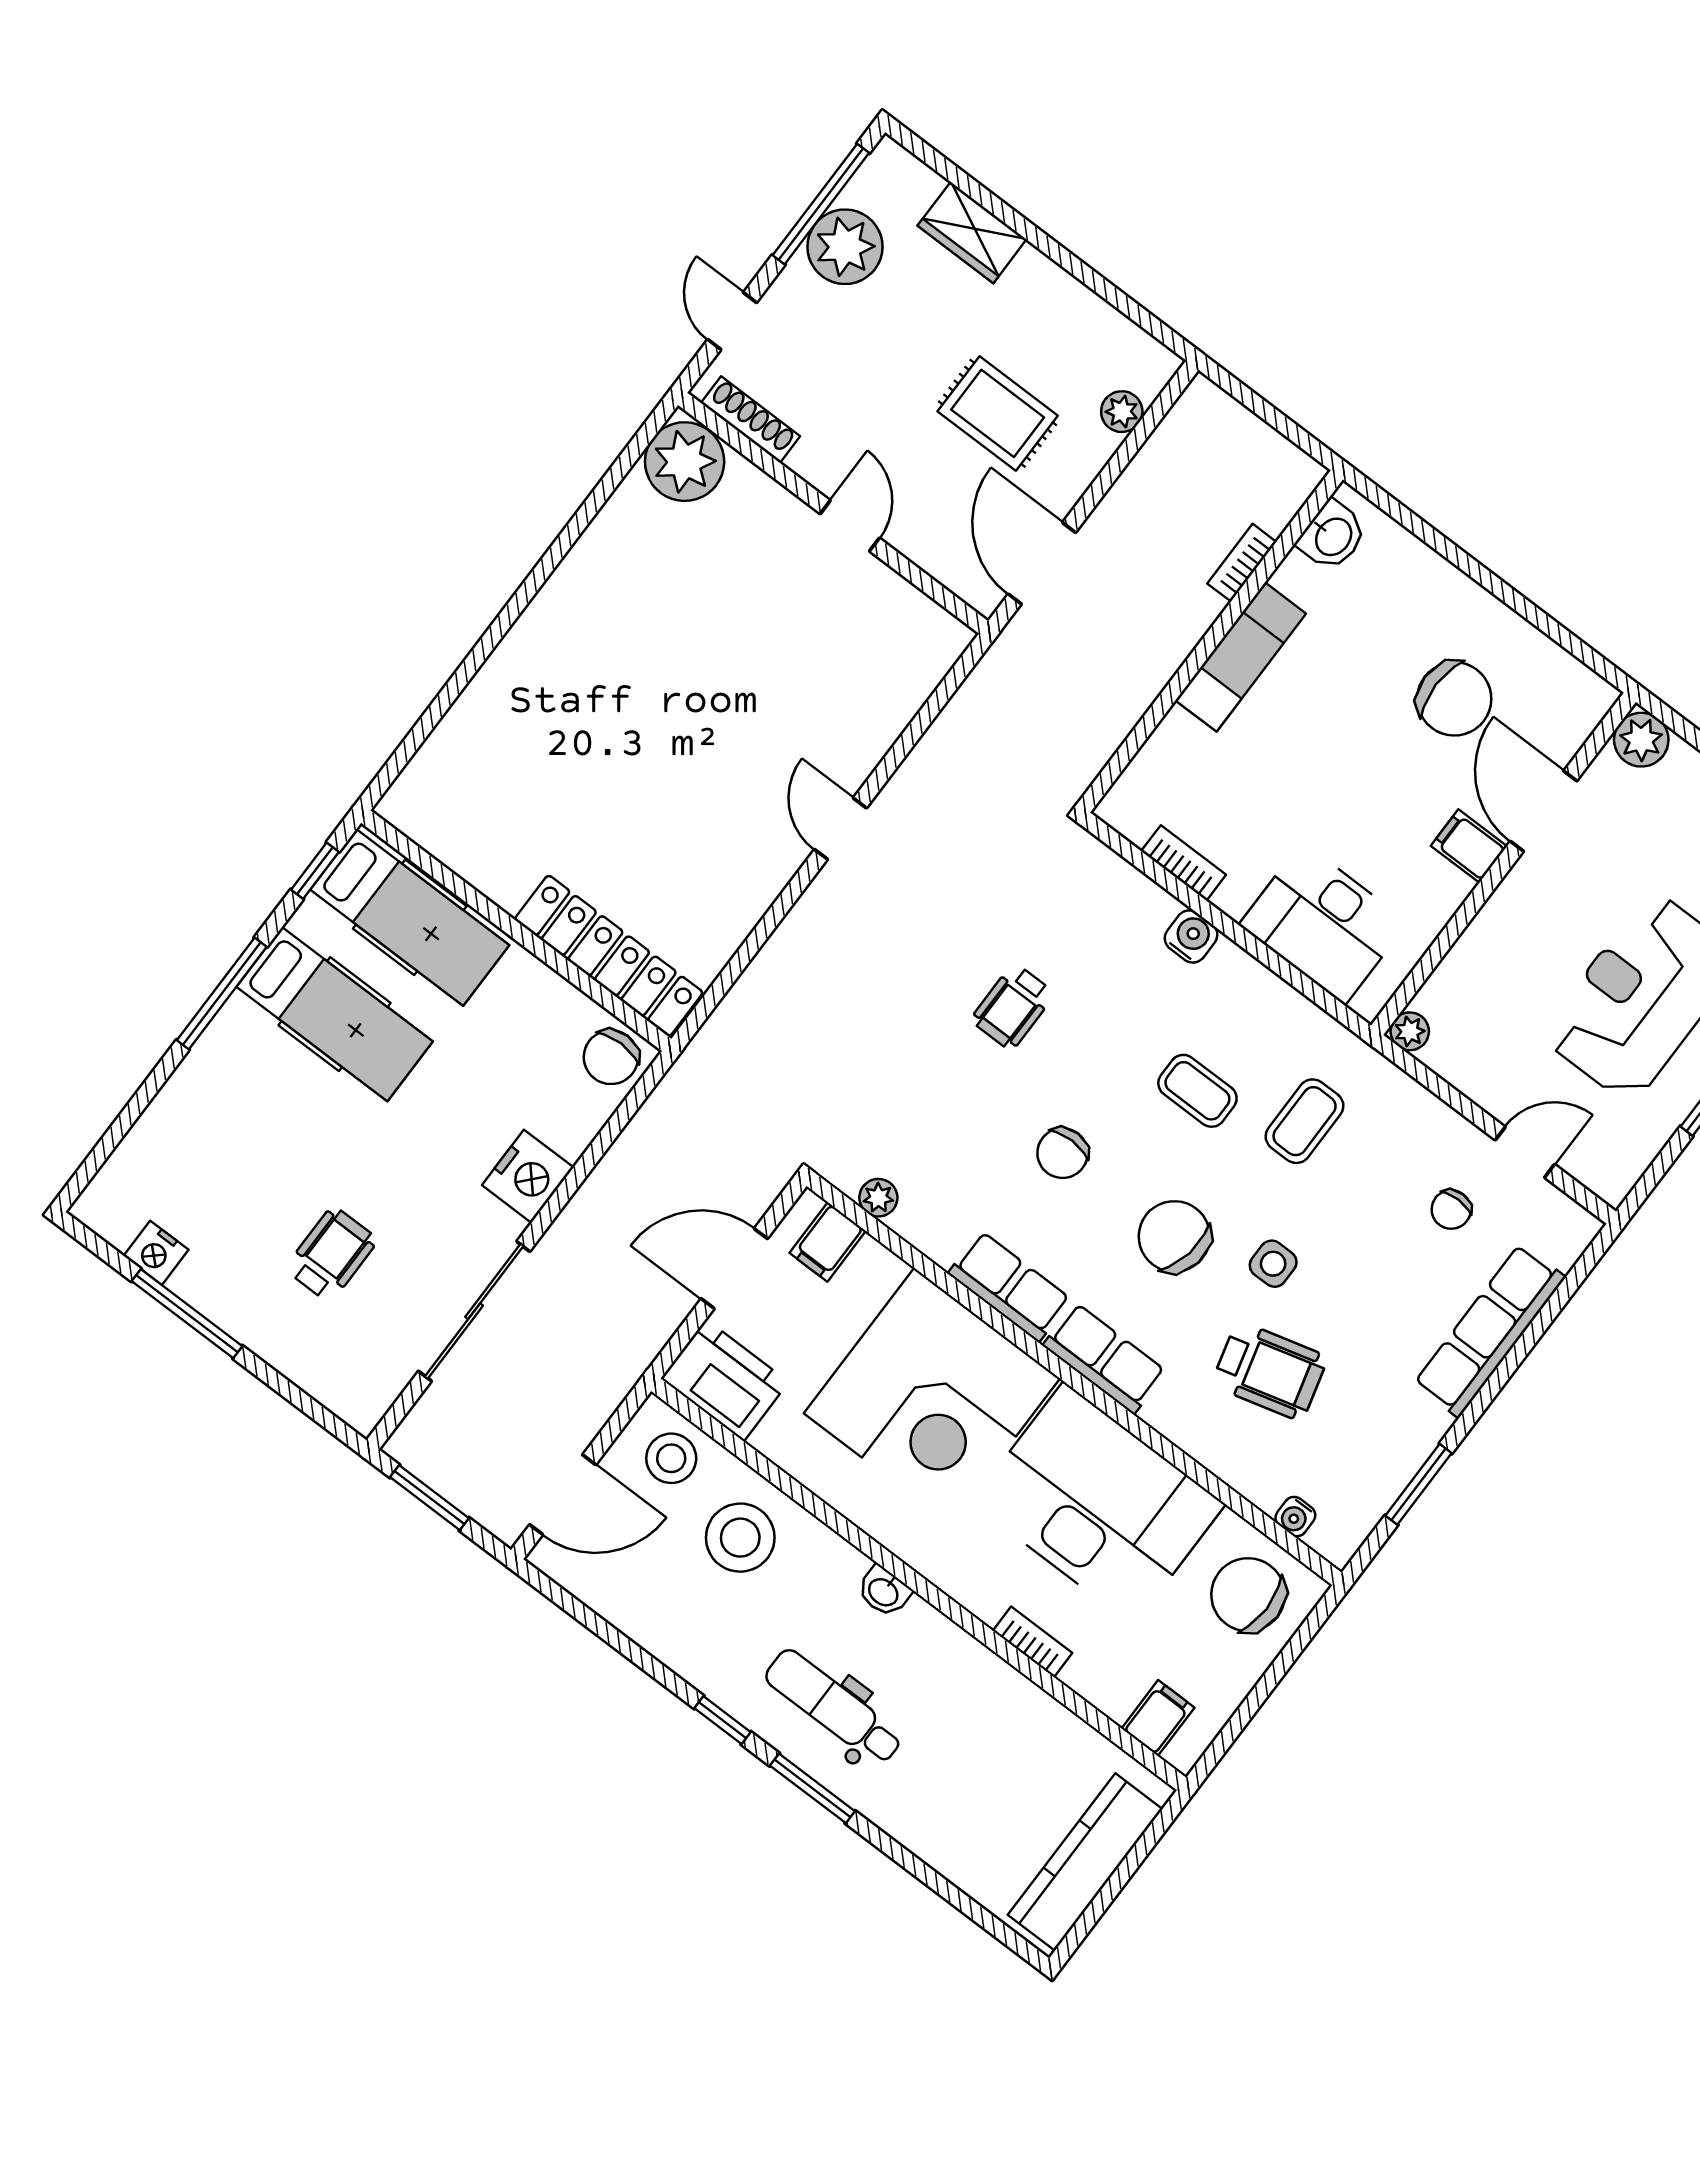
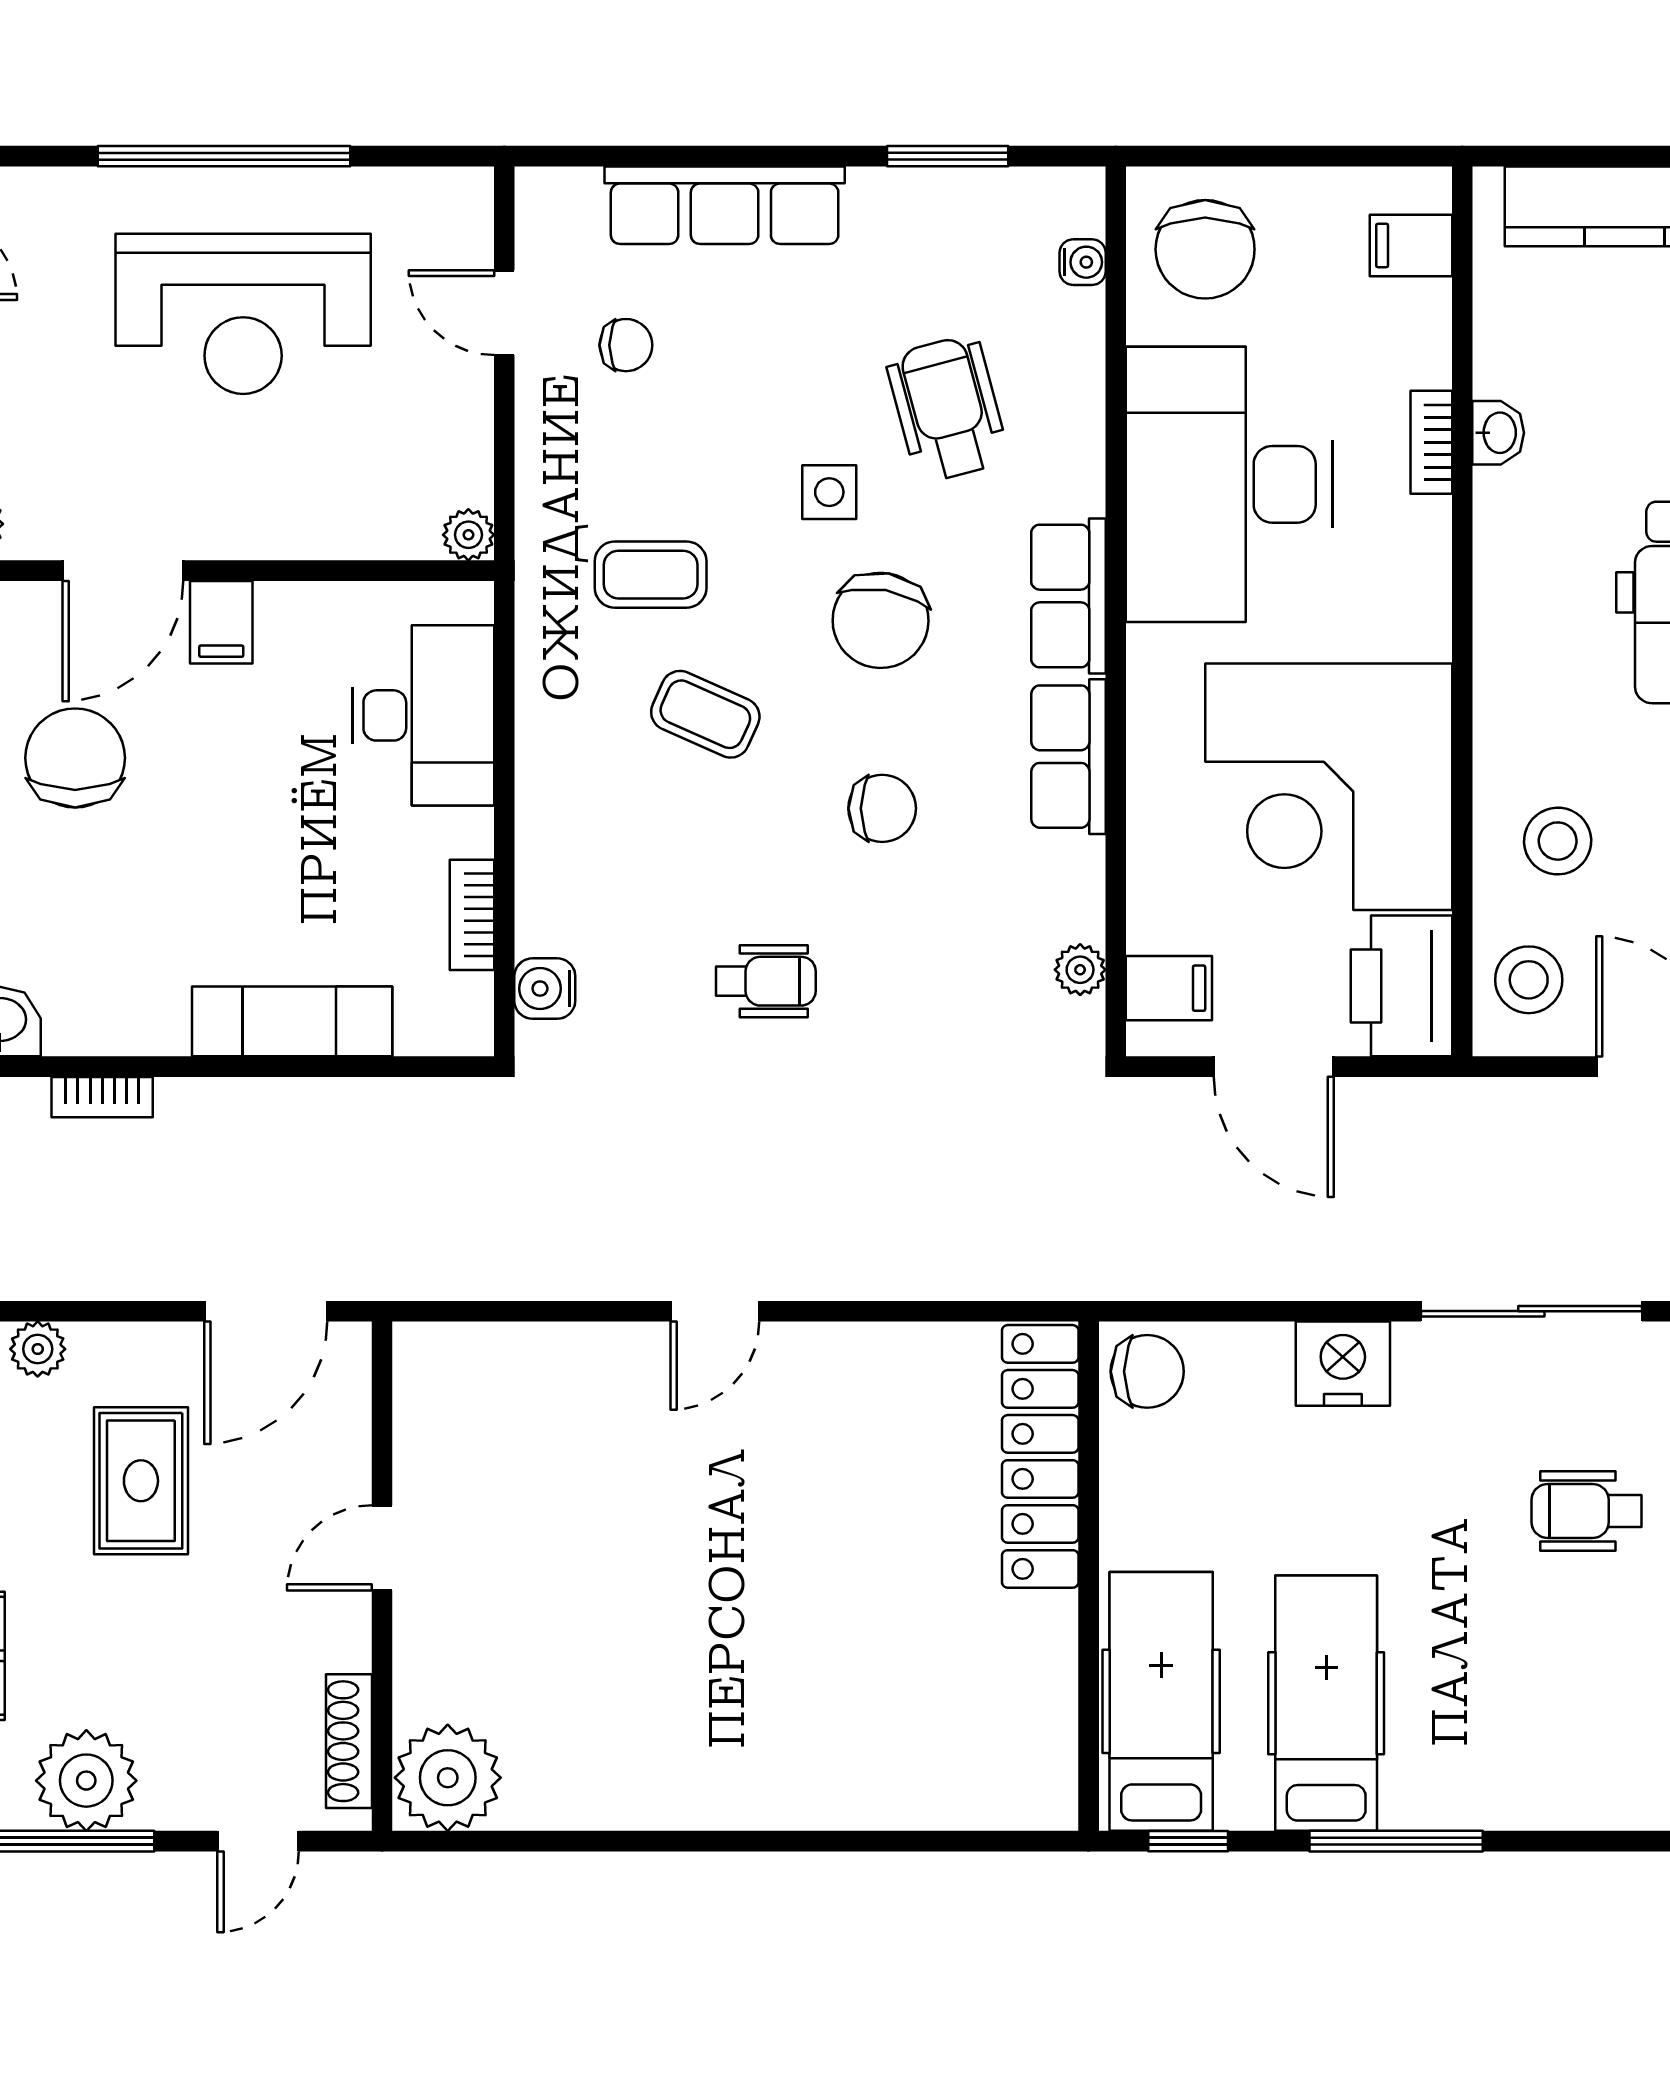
exam couch: (1241, 657) -> (292, 1021), moved
water cooler: (1191, 936) -> (545, 989), moved
coffee table: (1197, 1091) -> (705, 714), turned -66
corner desk: (932, 1396) -> (1329, 787), moved, turned 180
stool: (740, 1538) -> (1558, 841), width x0.73, depth x0.73
washbasin: (884, 1591) -> (1498, 433), moved

